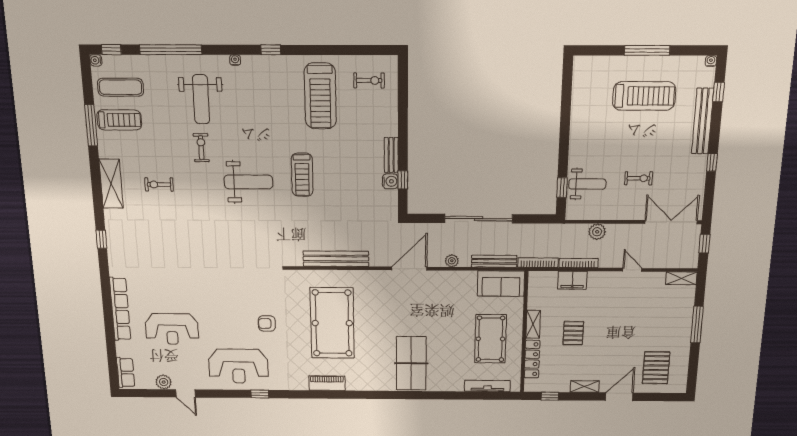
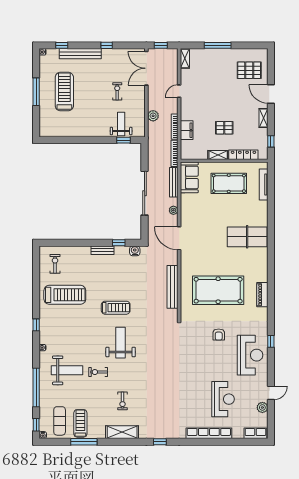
water cooler: (390, 181) -> (135, 251), moved

